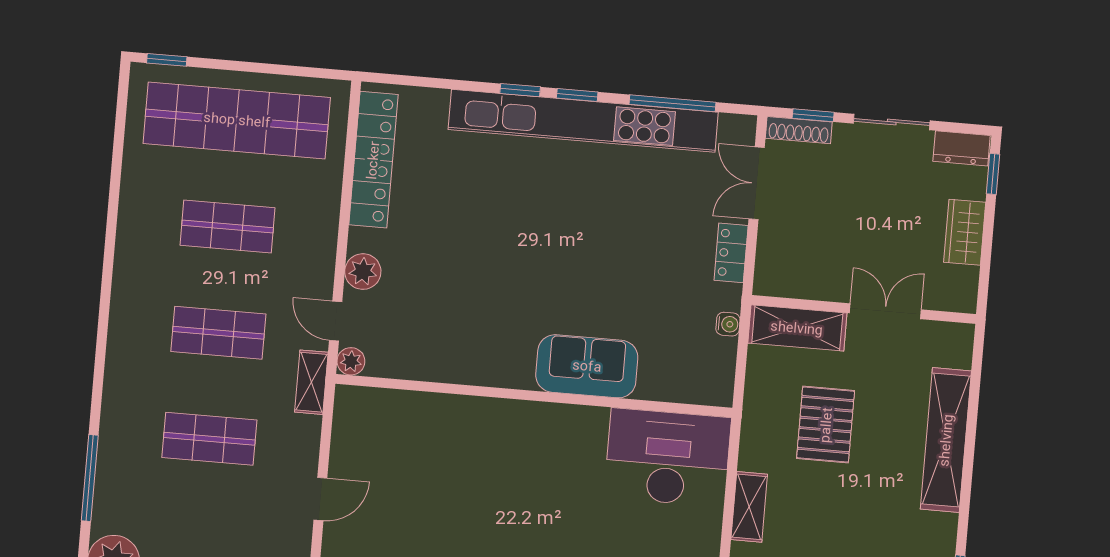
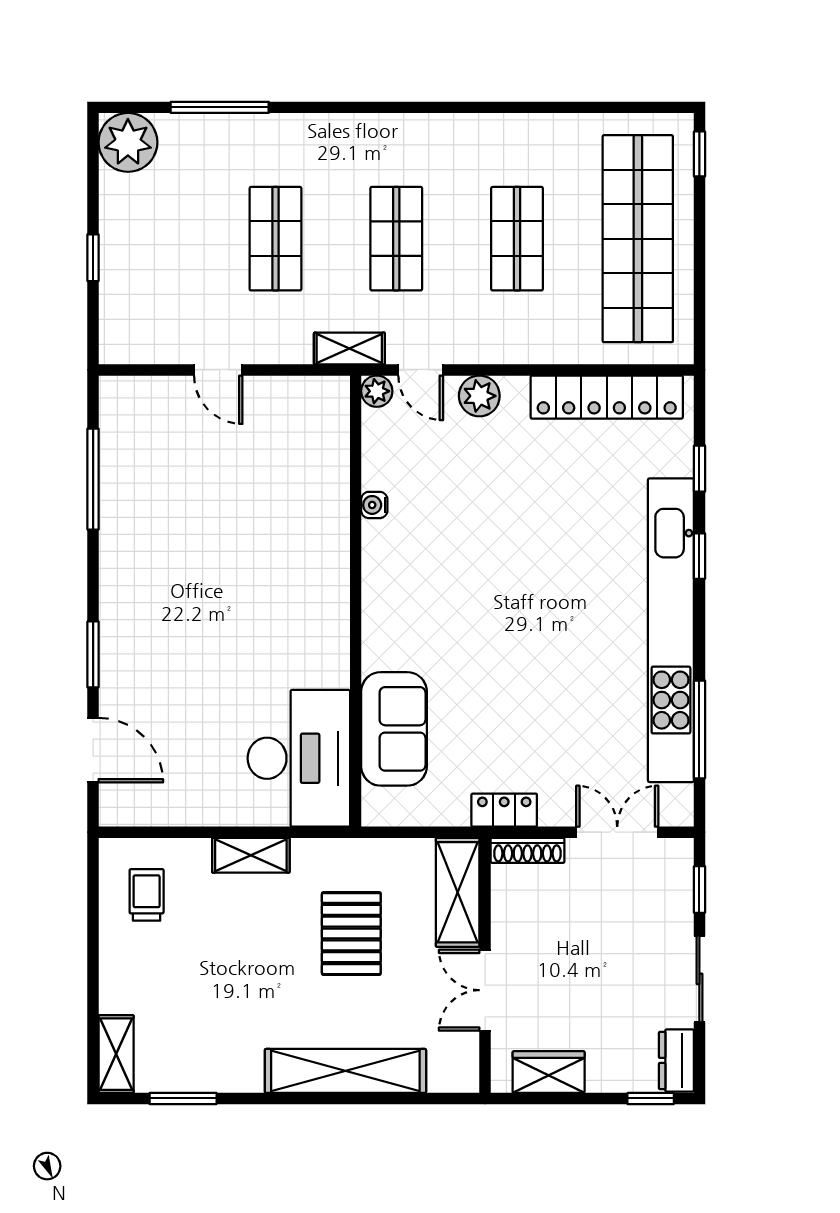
window: (577, 95) -> (699, 469), moved
shoe rack: (799, 130) -> (528, 850), moved, turned -90
wardrobe: (965, 232) -> (549, 1072), moved
locker: (731, 253) -> (504, 810), moved
double door: (885, 311) -> (485, 990), swing flipped
door: (336, 321) -> (421, 370), swing flipped
water cooler: (728, 324) -> (374, 505), moved, turned 90
sofa: (587, 366) -> (394, 729), moved
pallet: (826, 425) -> (351, 934), turned 90

